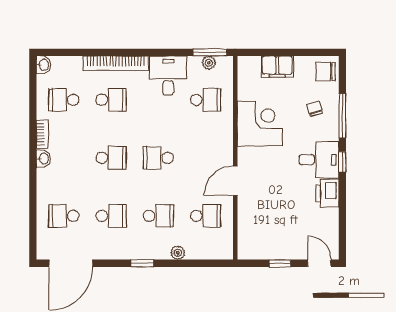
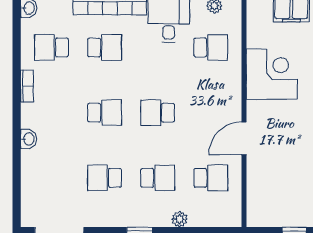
washbasin: (43, 159) -> (29, 139), moved
school desk: (64, 216) -> (51, 178), removed
school desk: (111, 216) -> (105, 178), turned 180

